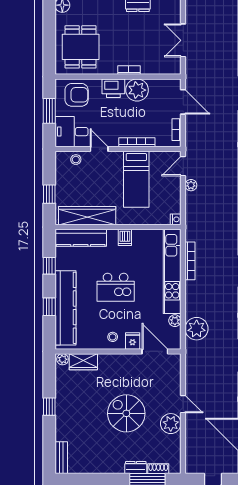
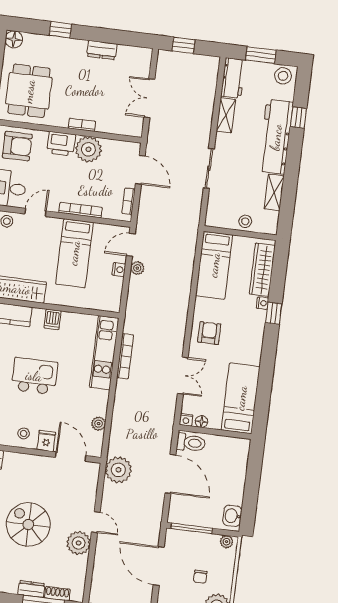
door: (99, 149) -> (35, 212), hinge flipped
nightstand: (176, 219) -> (119, 270), moved
kitchen unit: (172, 271) -> (104, 353), width x0.73
kitchen island: (116, 287) -> (34, 376), turned 180
plant: (197, 329) -> (118, 470), moved

